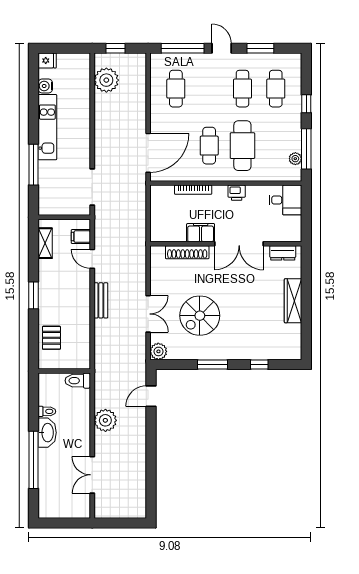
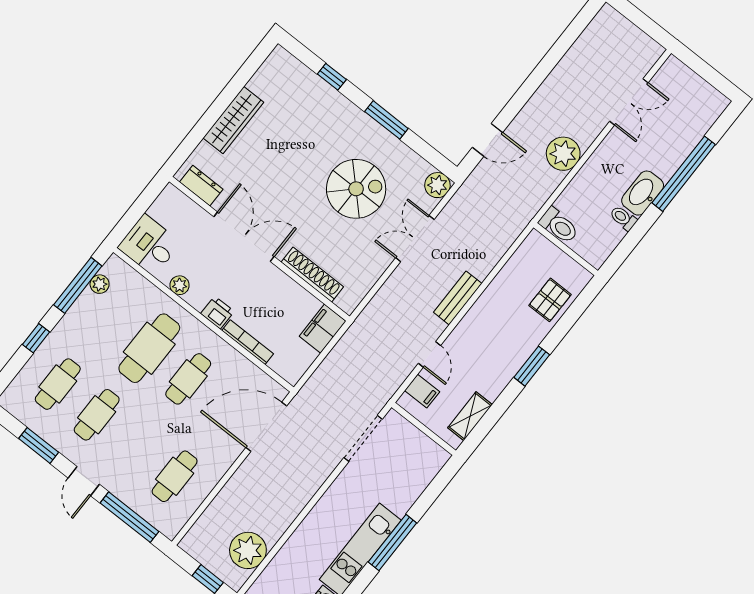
window: (33, 165) -> (392, 542), moved
plant: (253, 191) -> (179, 285), added
printer: (237, 193) -> (217, 313), moved
filing cabinet: (201, 233) -> (323, 329), moved, turned 90

